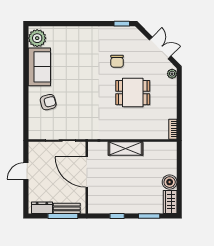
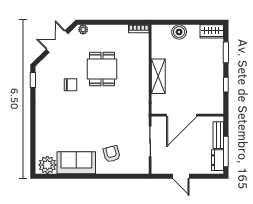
boiler: (170, 182) -> (179, 32), moved
window: (63, 216) -> (226, 152), moved

